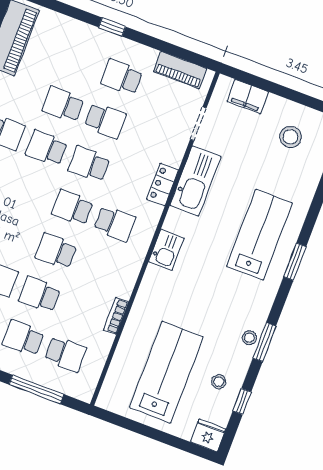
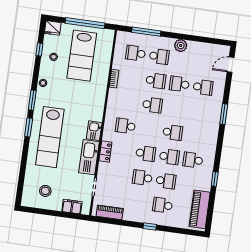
school desk: (122, 77) -> (163, 205), moved, turned 180
school desk: (72, 208) -> (173, 132), moved
lab bench: (259, 235) -> (50, 137), width x1.36
kitchen sink: (166, 250) -> (94, 131), moved
window: (264, 342) -> (32, 100), moved
window: (146, 431) -> (85, 23), added

